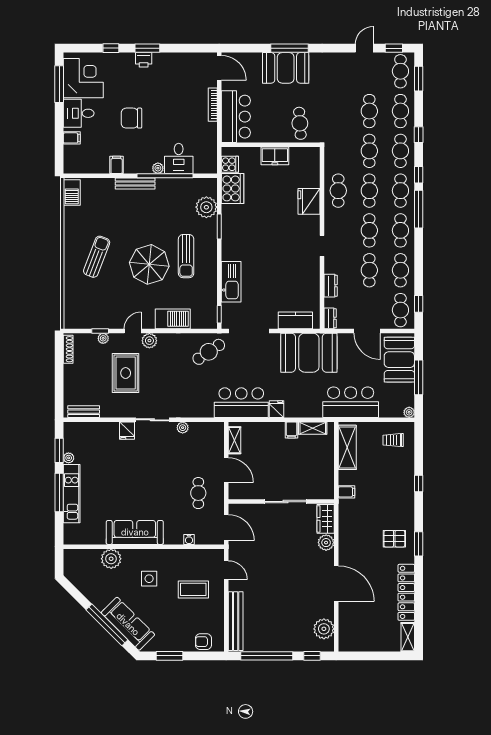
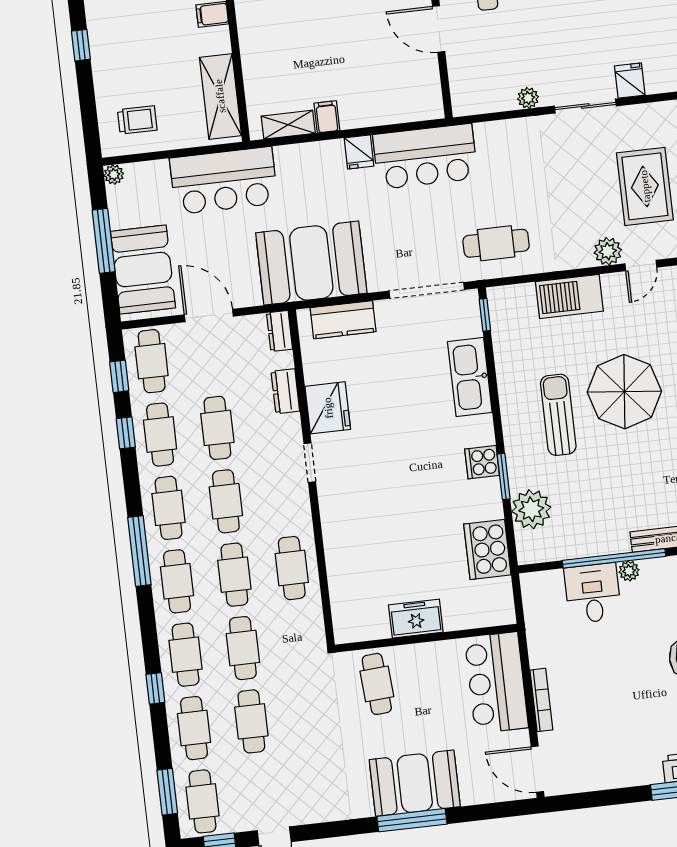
cooker: (230, 164) -> (482, 462), moved
window: (419, 175) -> (126, 433), moved
fridge: (309, 201) -> (328, 408), moved
cafe table: (209, 352) -> (496, 243), turned 34
shelving: (234, 440) -> (430, 86), removed

